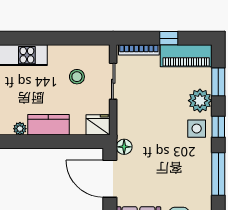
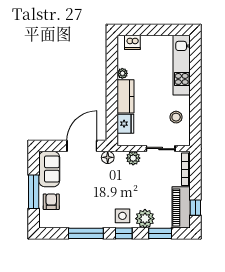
window: (169, 38) -> (195, 208), moved
stool: (77, 77) -> (176, 117), moved
plant: (125, 115) -> (133, 158), added
fridge: (98, 125) -> (125, 124), moved

